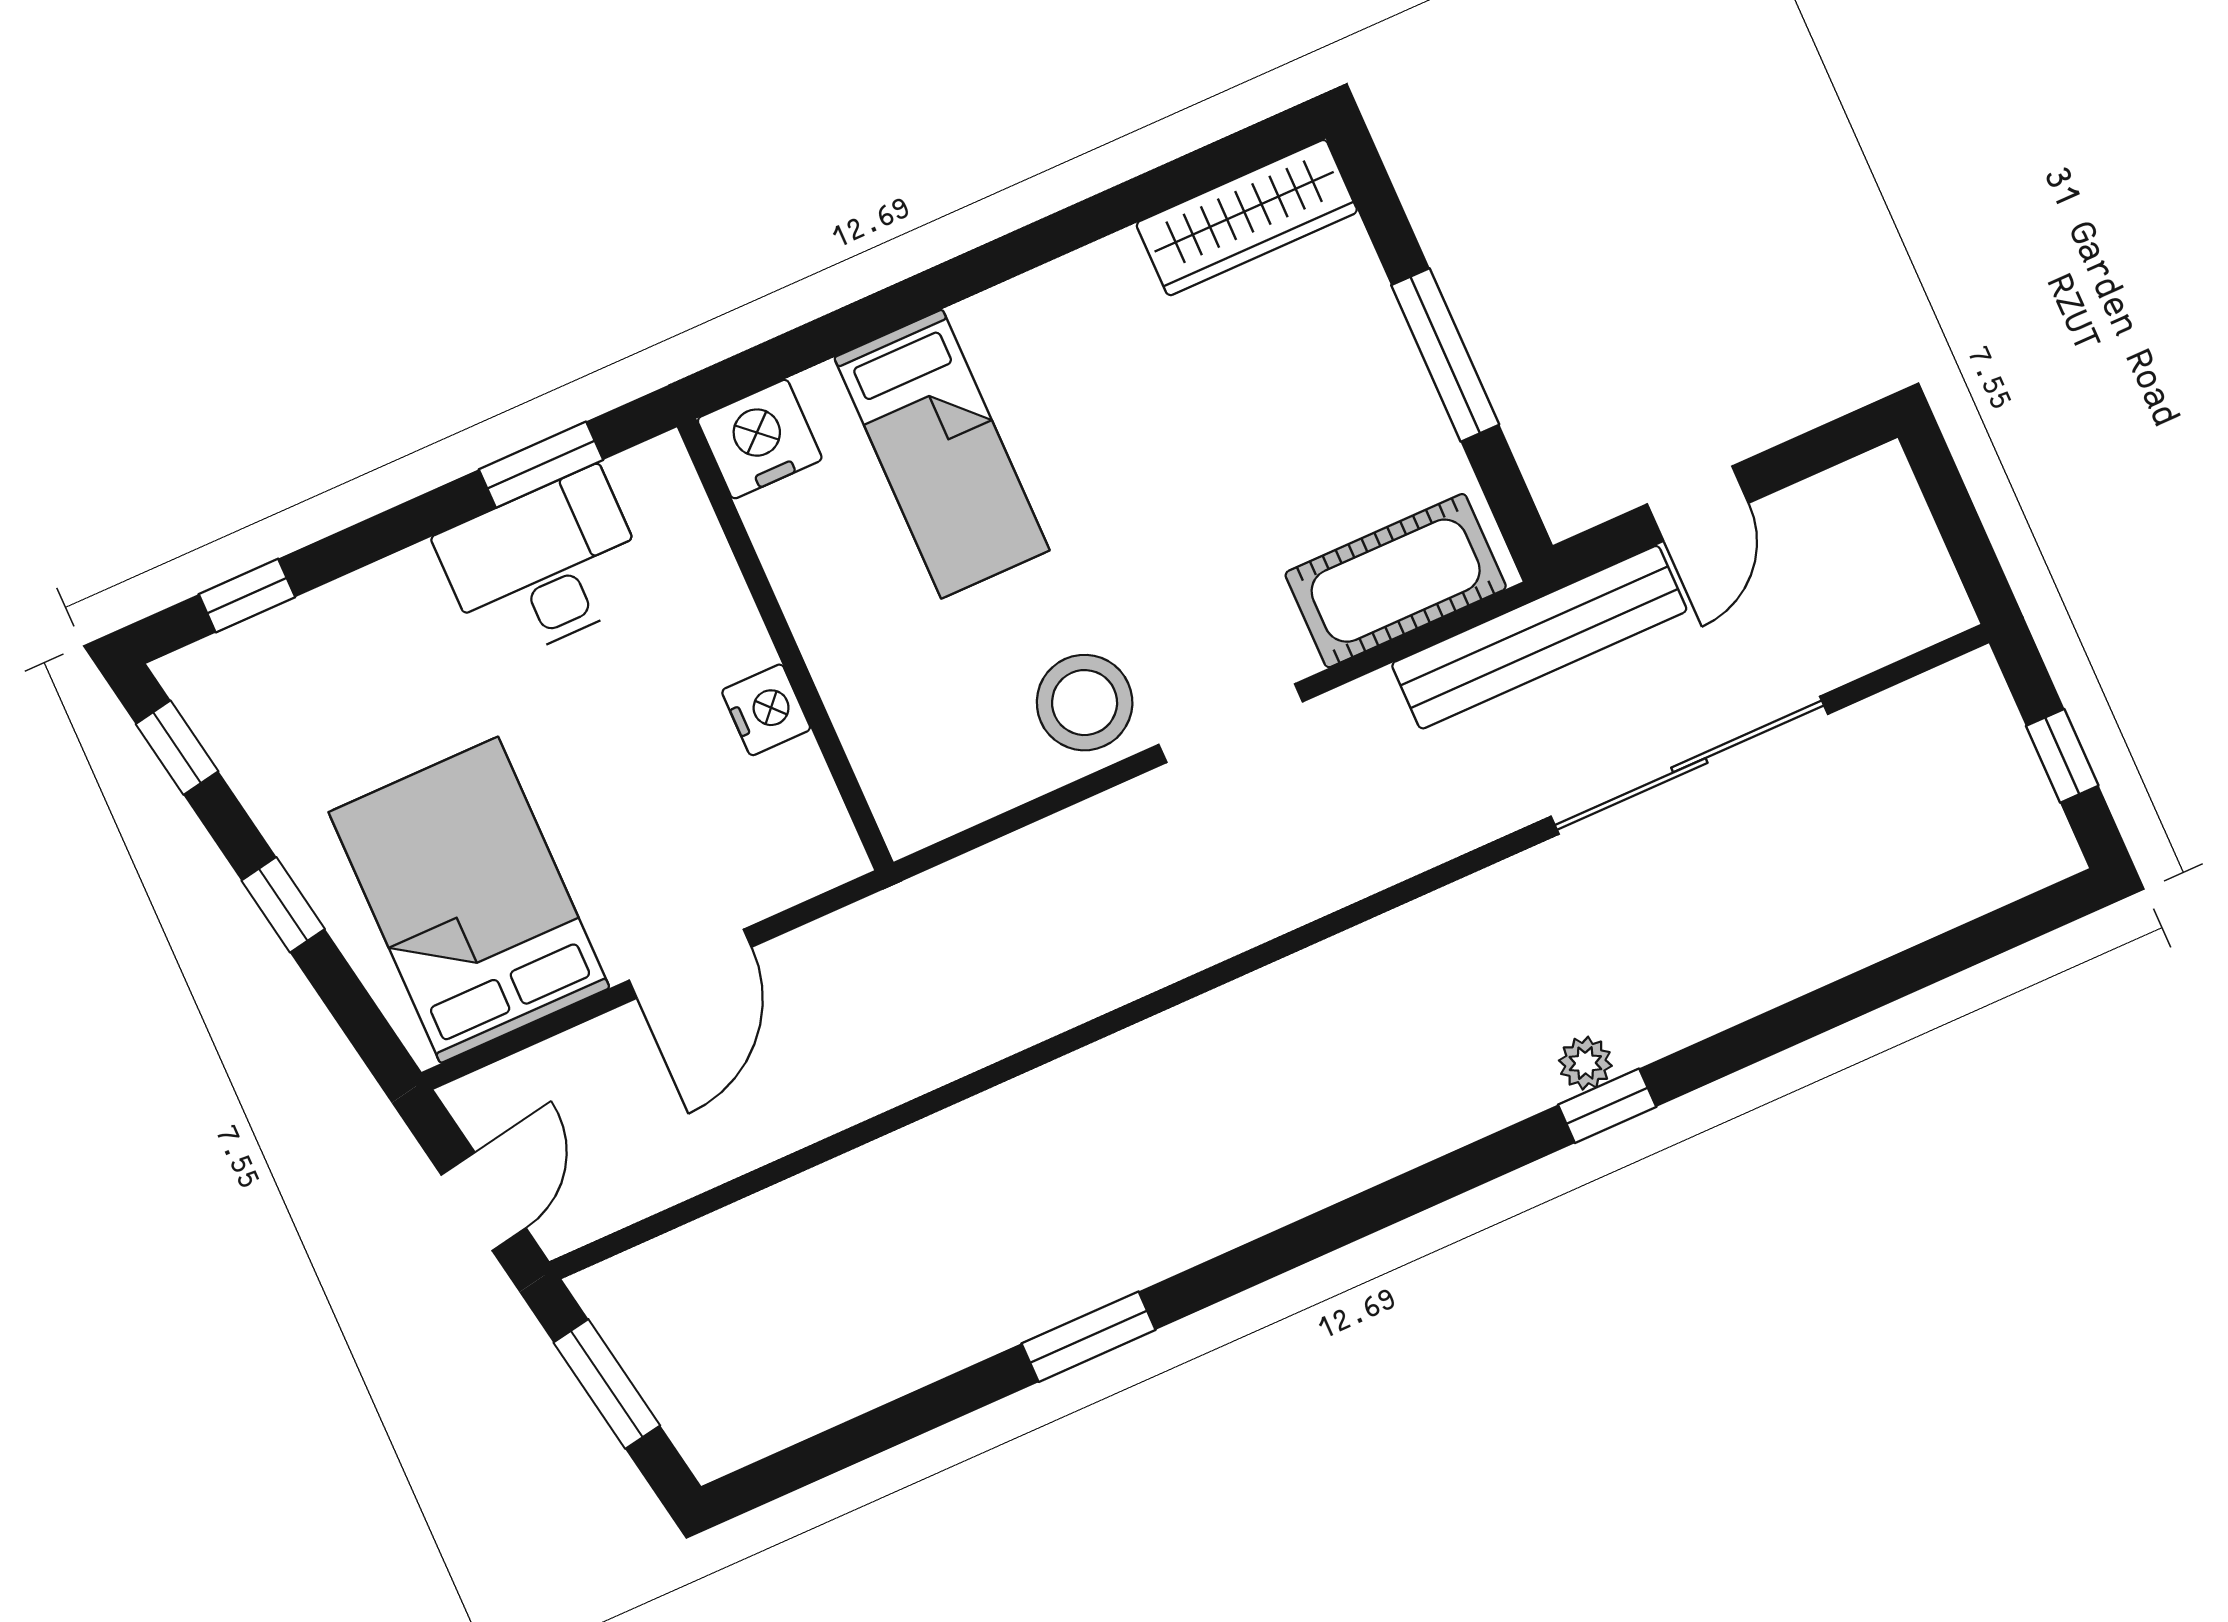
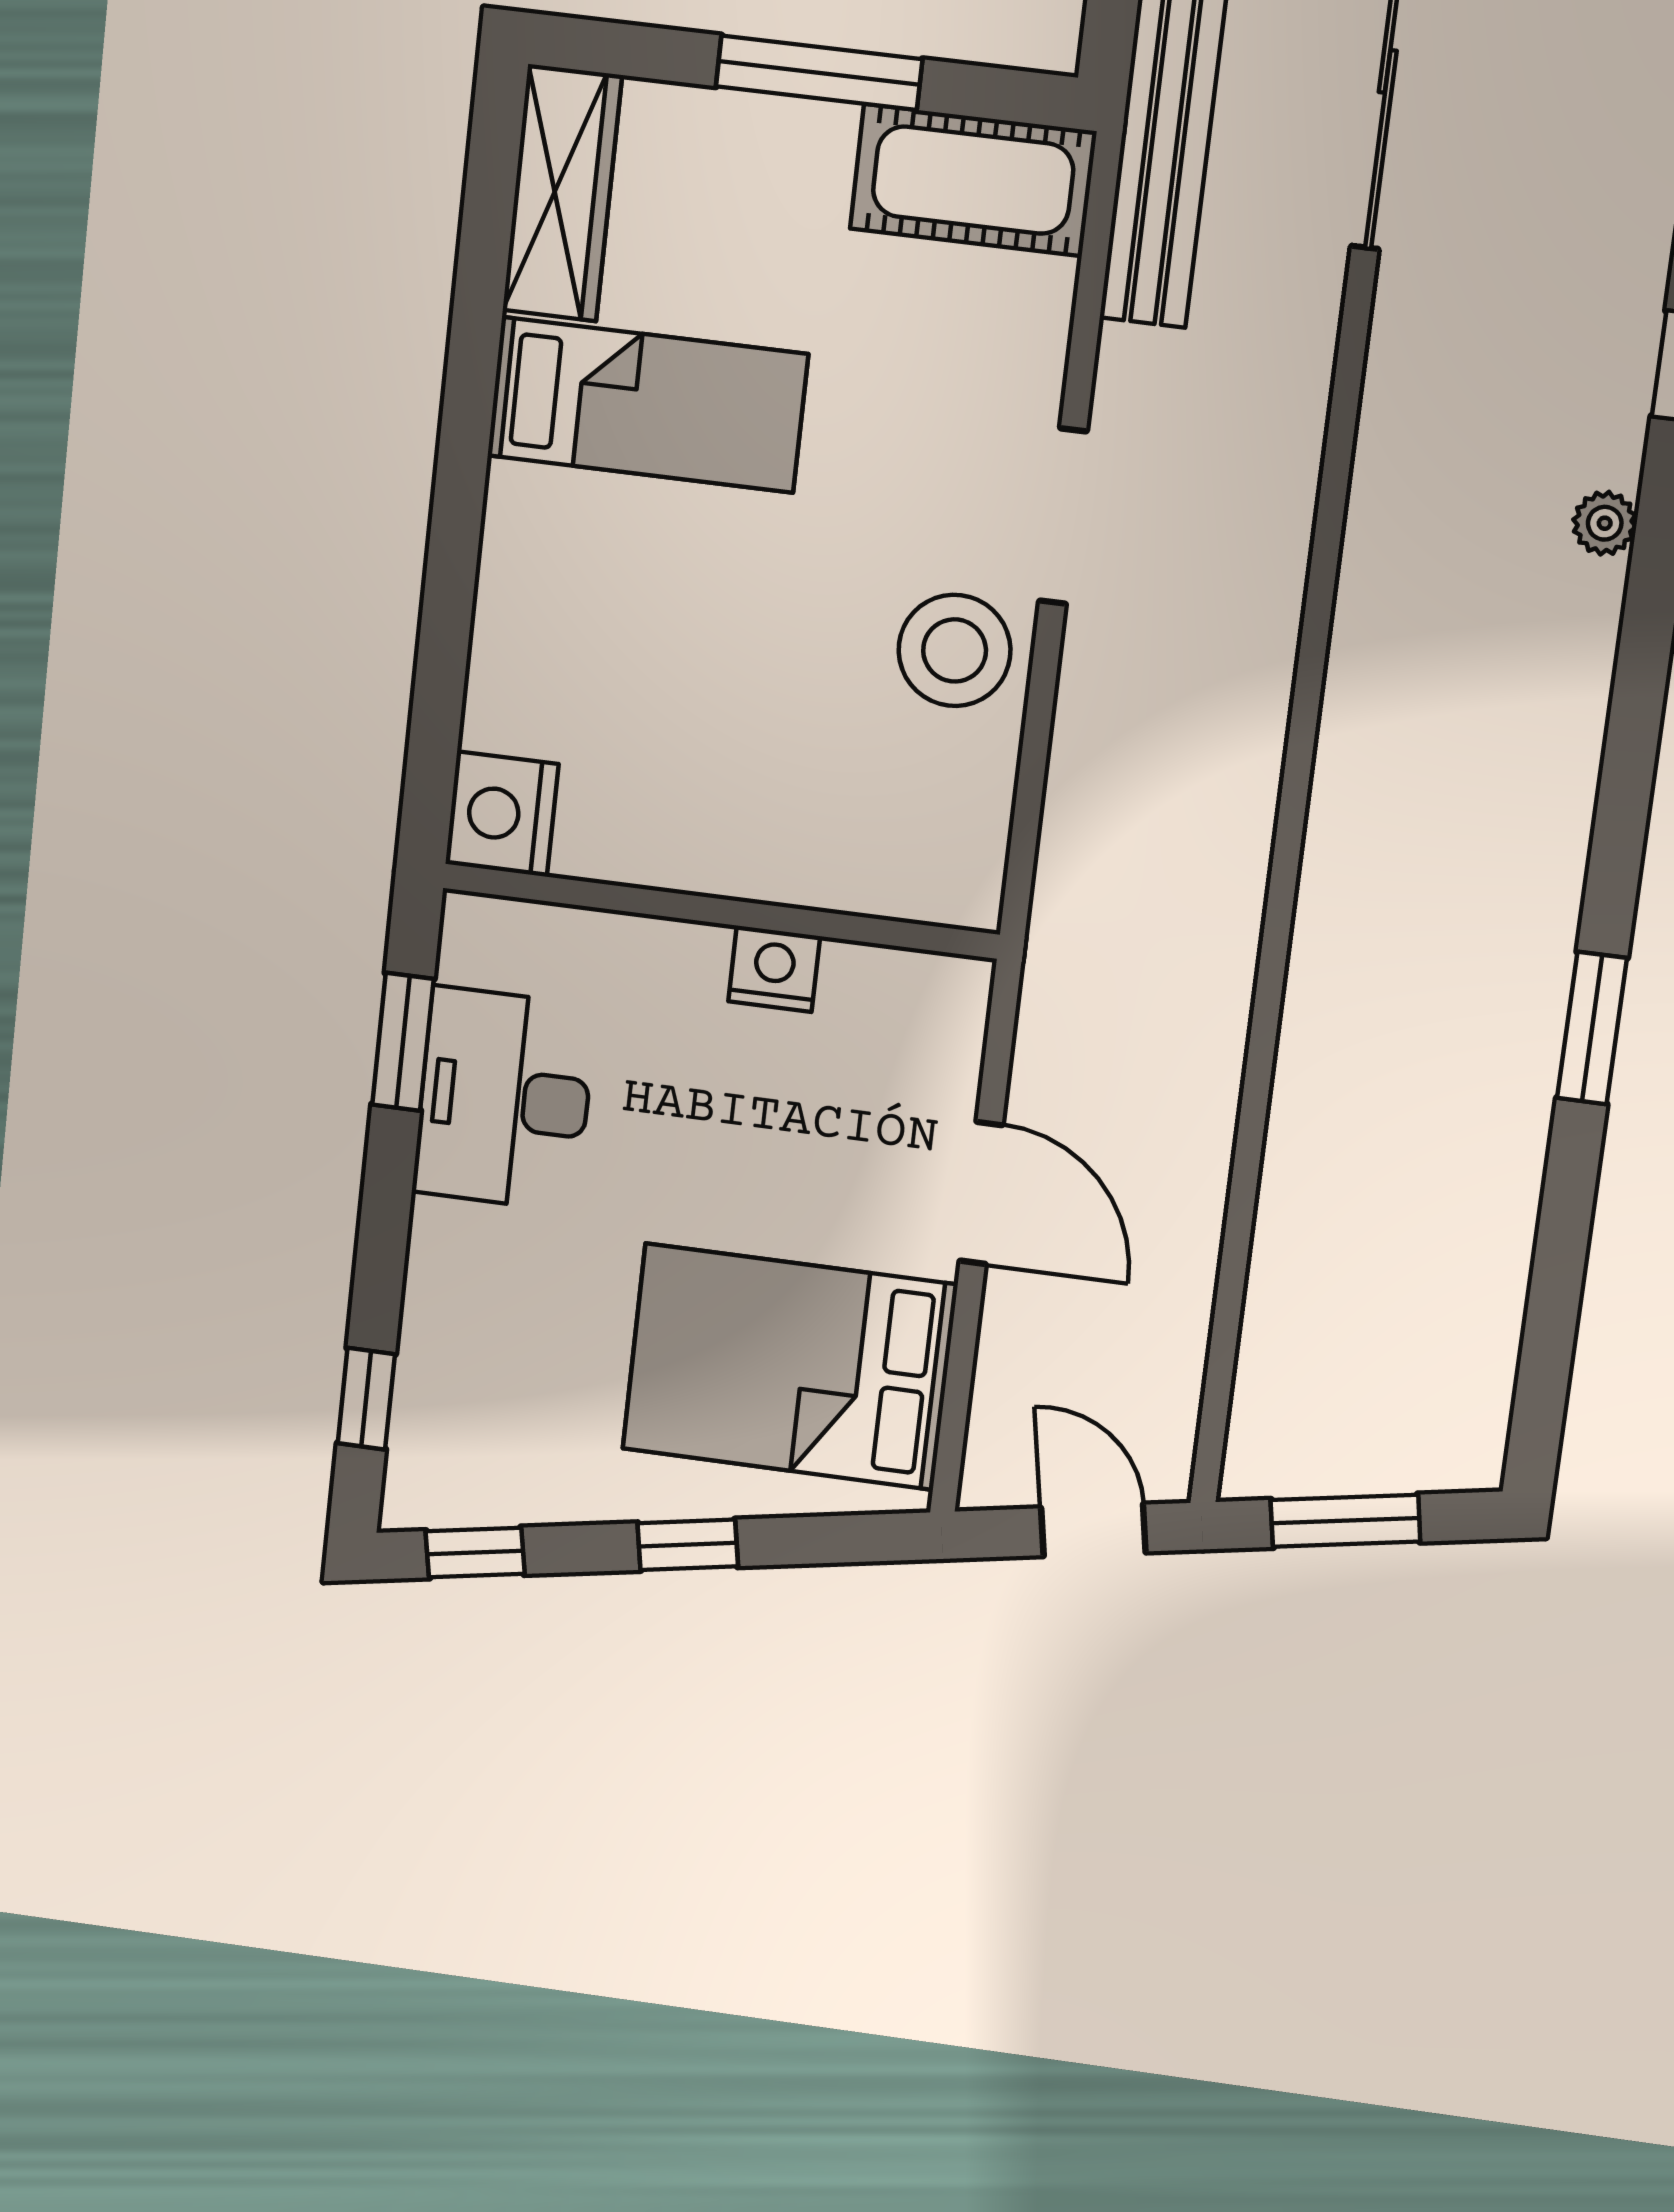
bed: (942, 454) -> (647, 405), moved
cot: (1396, 581) -> (973, 180), moved, turned 90
plant: (1585, 1063) -> (1605, 523), moved

